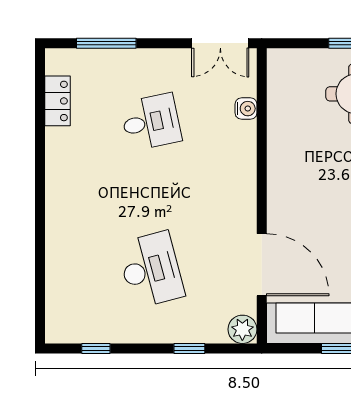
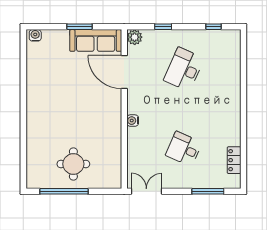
water cooler: (246, 109) -> (133, 121), moved
desk: (151, 122) -> (184, 149), turned 36
desk: (151, 270) -> (184, 69), turned 39

